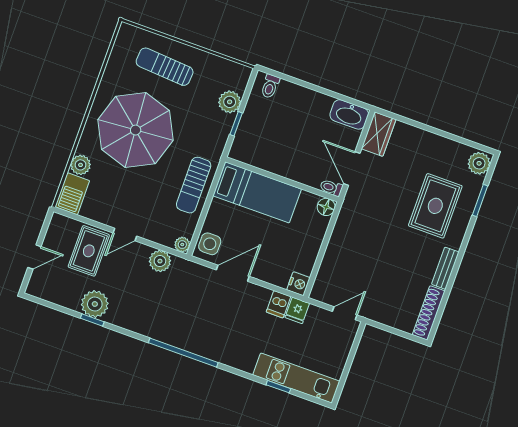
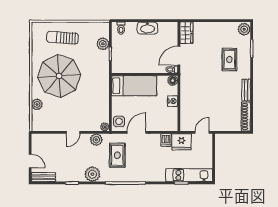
washbasin: (349, 114) -> (148, 28), moved
door: (352, 168) -> (179, 56), hinge flipped
sun lounger: (194, 185) -> (100, 94), removed
barbecue: (72, 194) -> (38, 121), removed
rug: (435, 206) -> (229, 60), width x0.73, depth x0.70
rug: (89, 251) -> (117, 155), moved
door: (34, 257) -> (30, 161), hinge flipped
nightstand: (298, 284) -> (173, 101), moved
bench: (47, 293) -> (43, 177), added
plant: (95, 304) -> (92, 174), moved
fridge: (297, 310) -> (181, 142), width x1.88, depth x1.34

